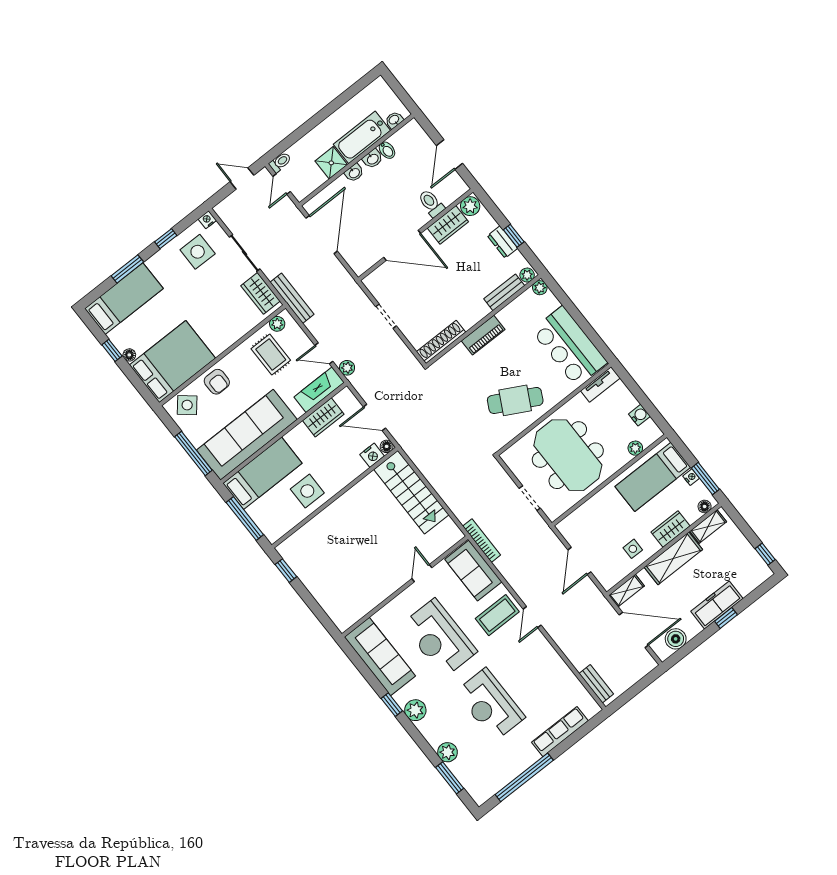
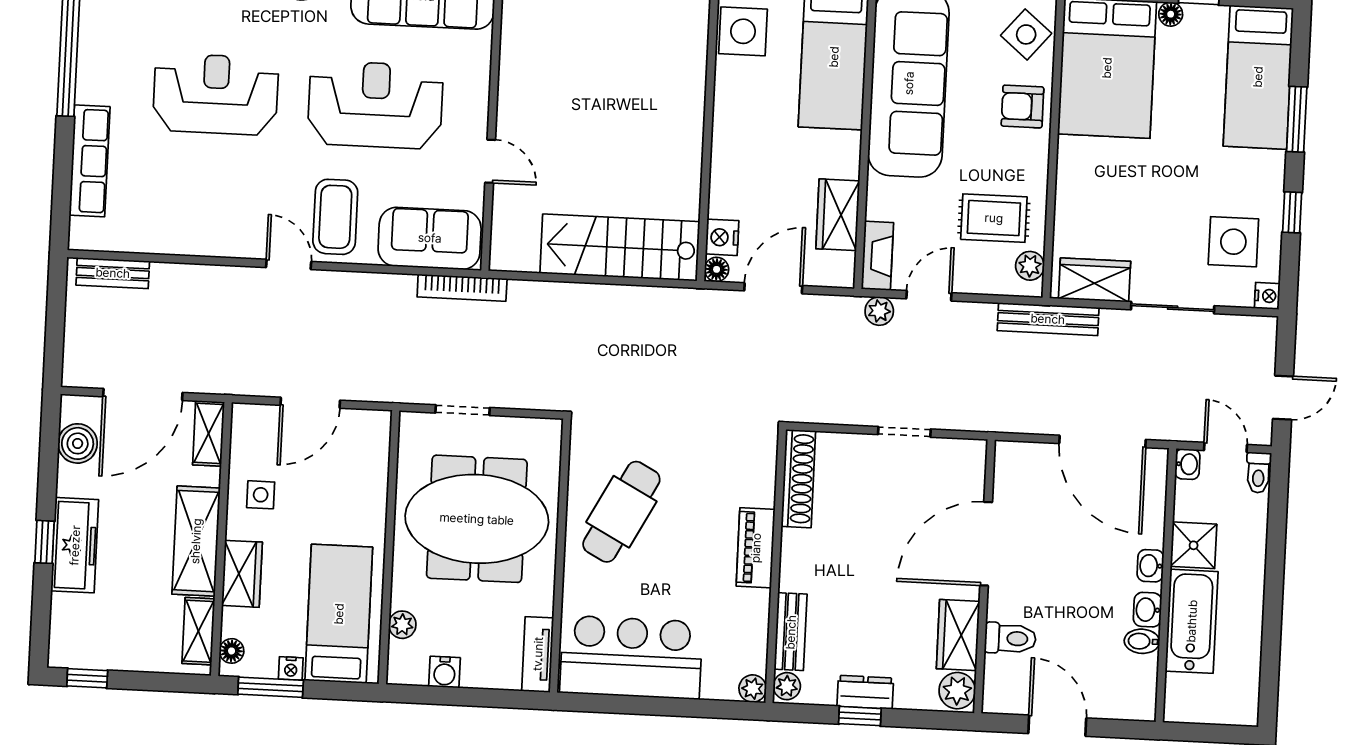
washbasin: (394, 120) -> (1187, 464), moved
fireplace: (319, 390) -> (877, 256), width x0.73, depth x0.76
side table: (307, 491) -> (743, 31), moved
door: (579, 561) -> (310, 403), swing flipped

